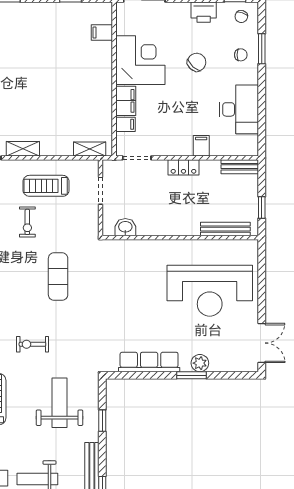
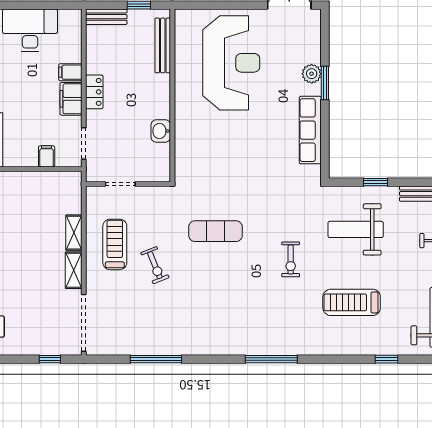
filing cabinet: (126, 101) -> (71, 99), moved, turned -90
shelving: (90, 149) -> (74, 233), moved
bench: (240, 167) -> (106, 17), moved, turned 90
treadmill: (46, 186) -> (115, 244), turned 180
exercise bike: (27, 222) -> (155, 265), turned 68
washbasin: (125, 227) -> (161, 131), moved

